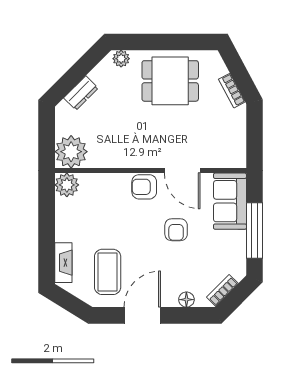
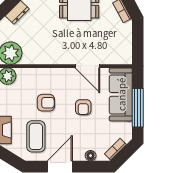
armchair: (144, 187) -> (46, 103), moved, turned 180
sofa: (230, 201) -> (121, 94), width x1.36

